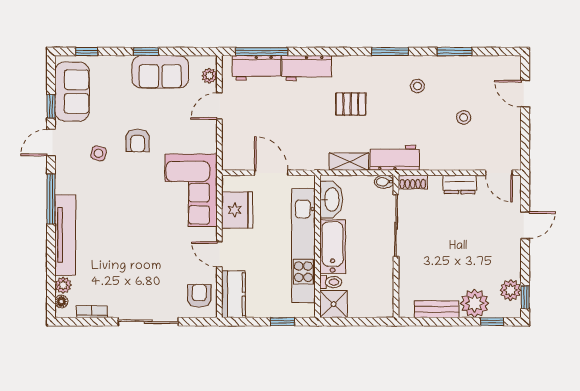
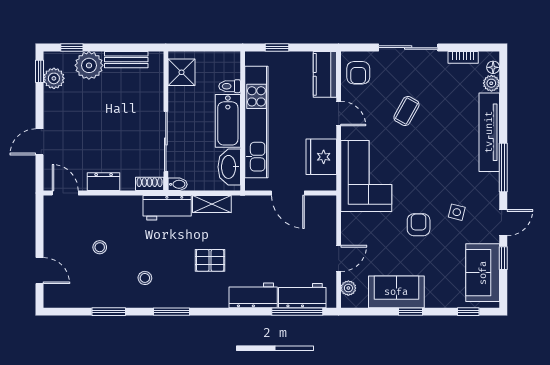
coffee table: (150, 257) -> (406, 111), added
shower: (333, 304) -> (182, 72), moved

